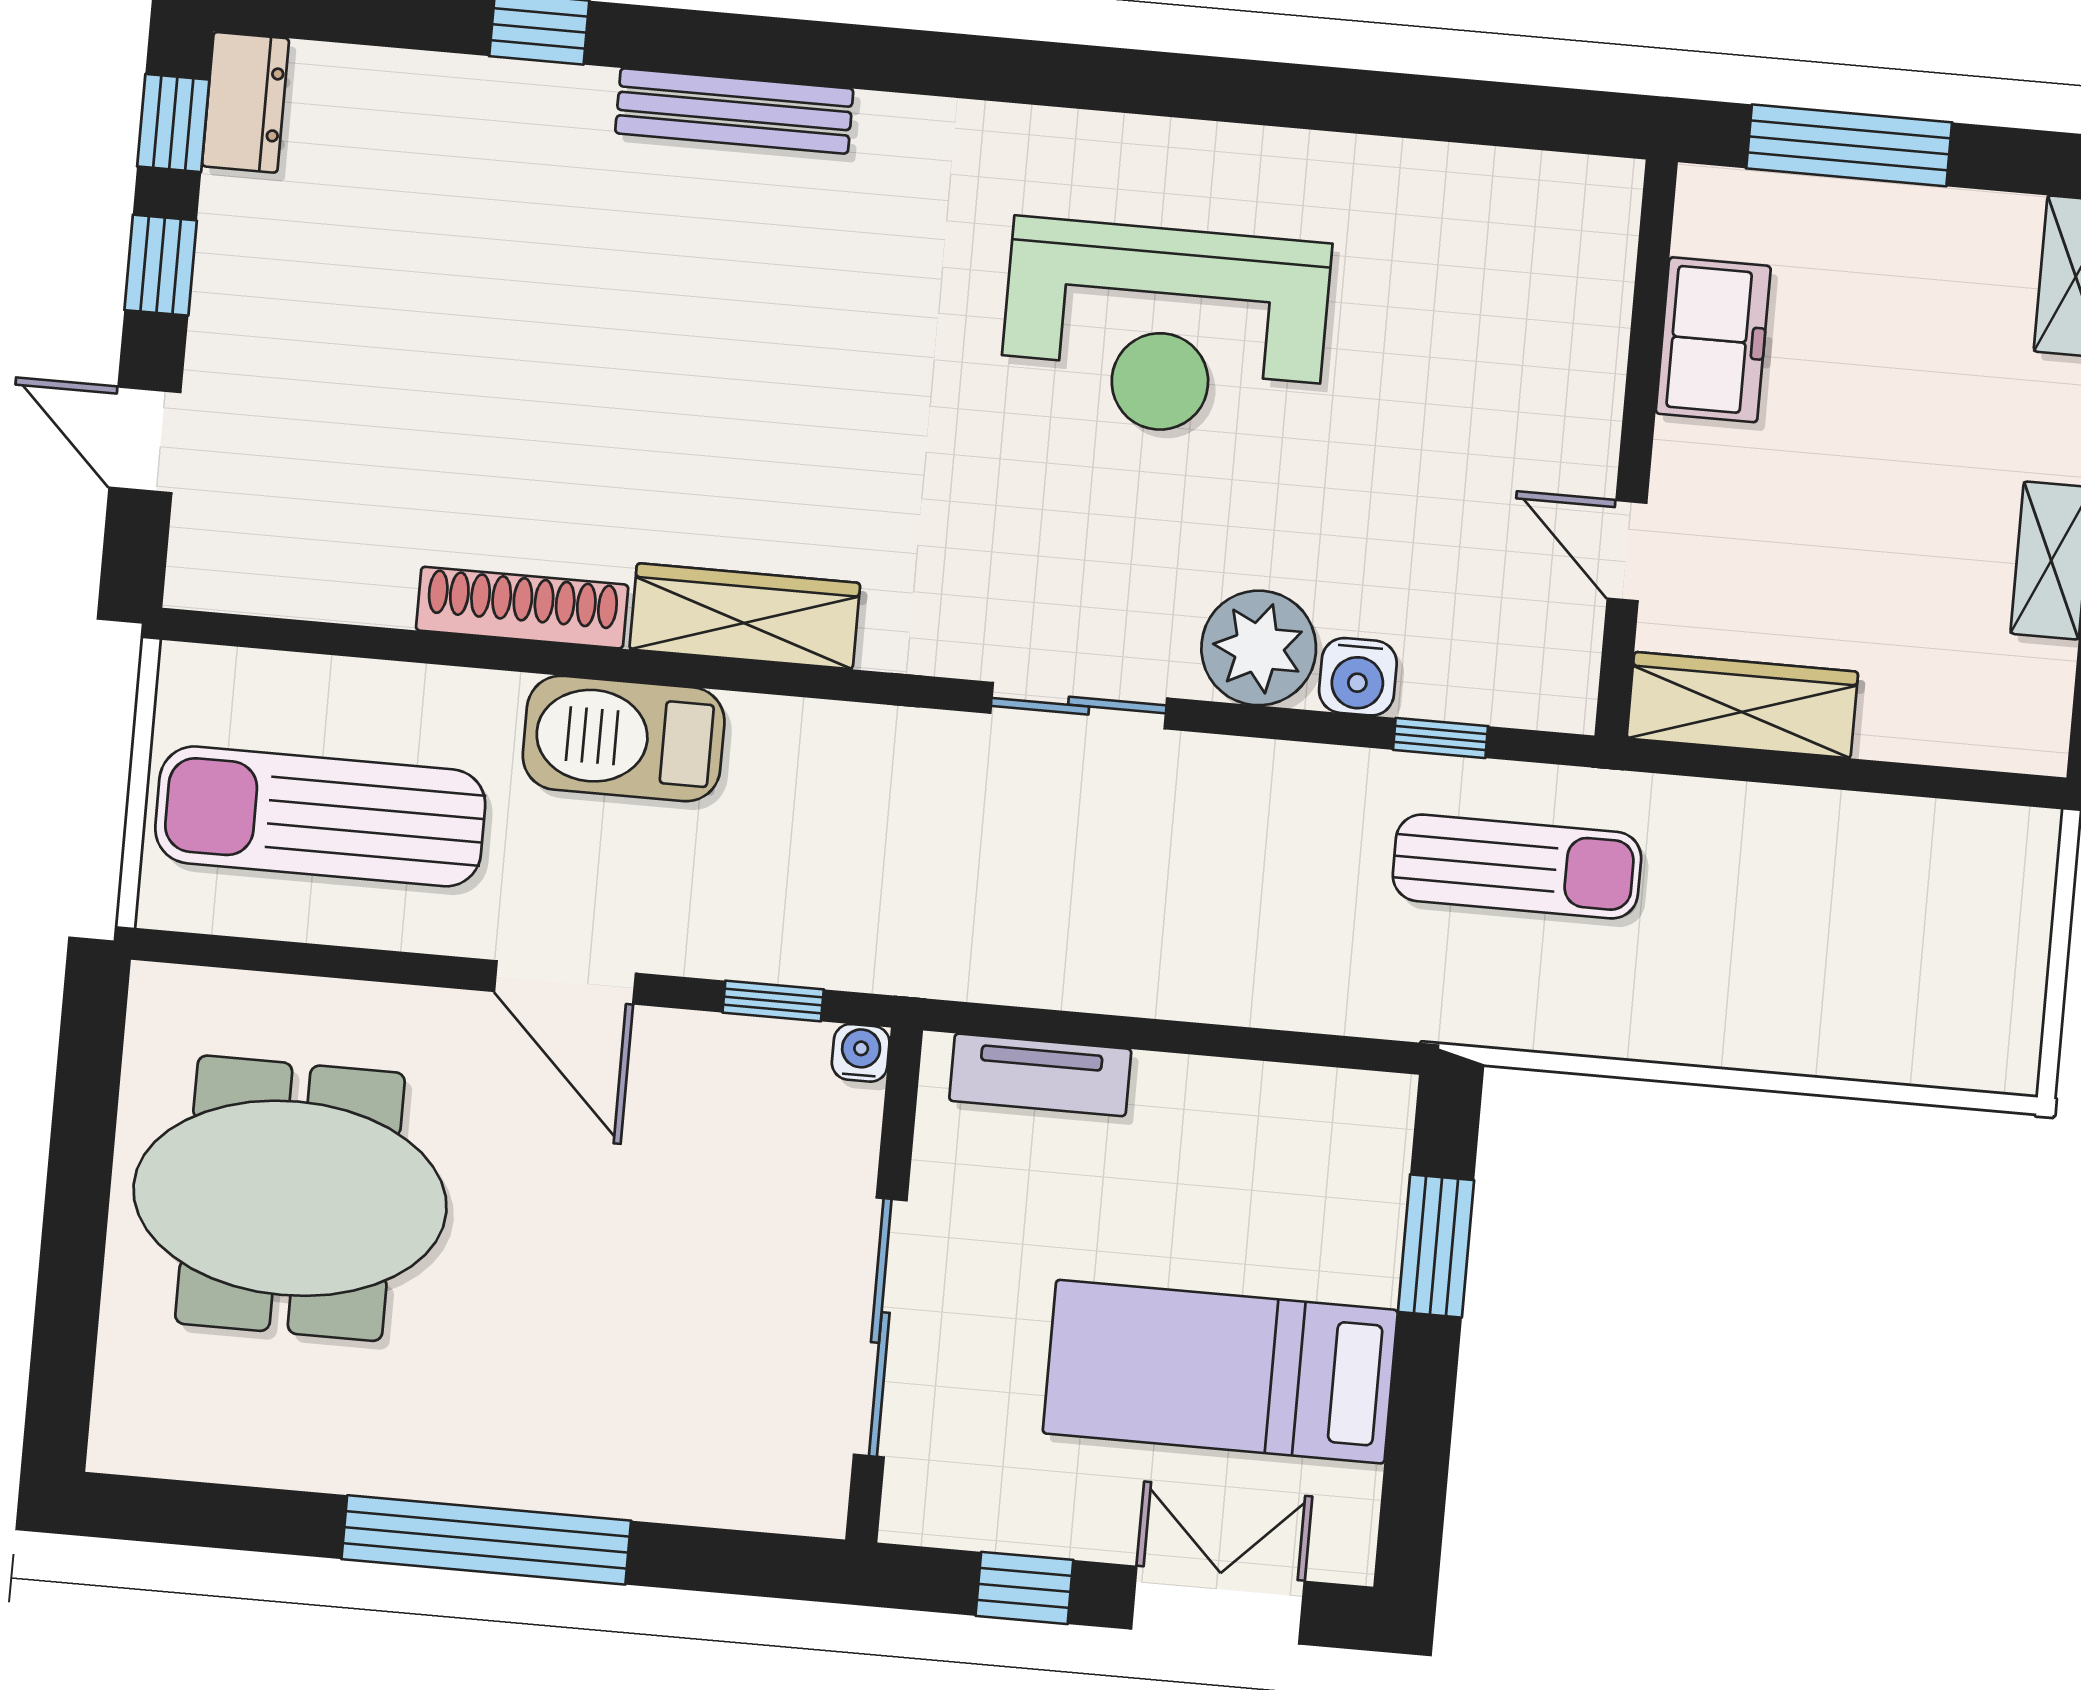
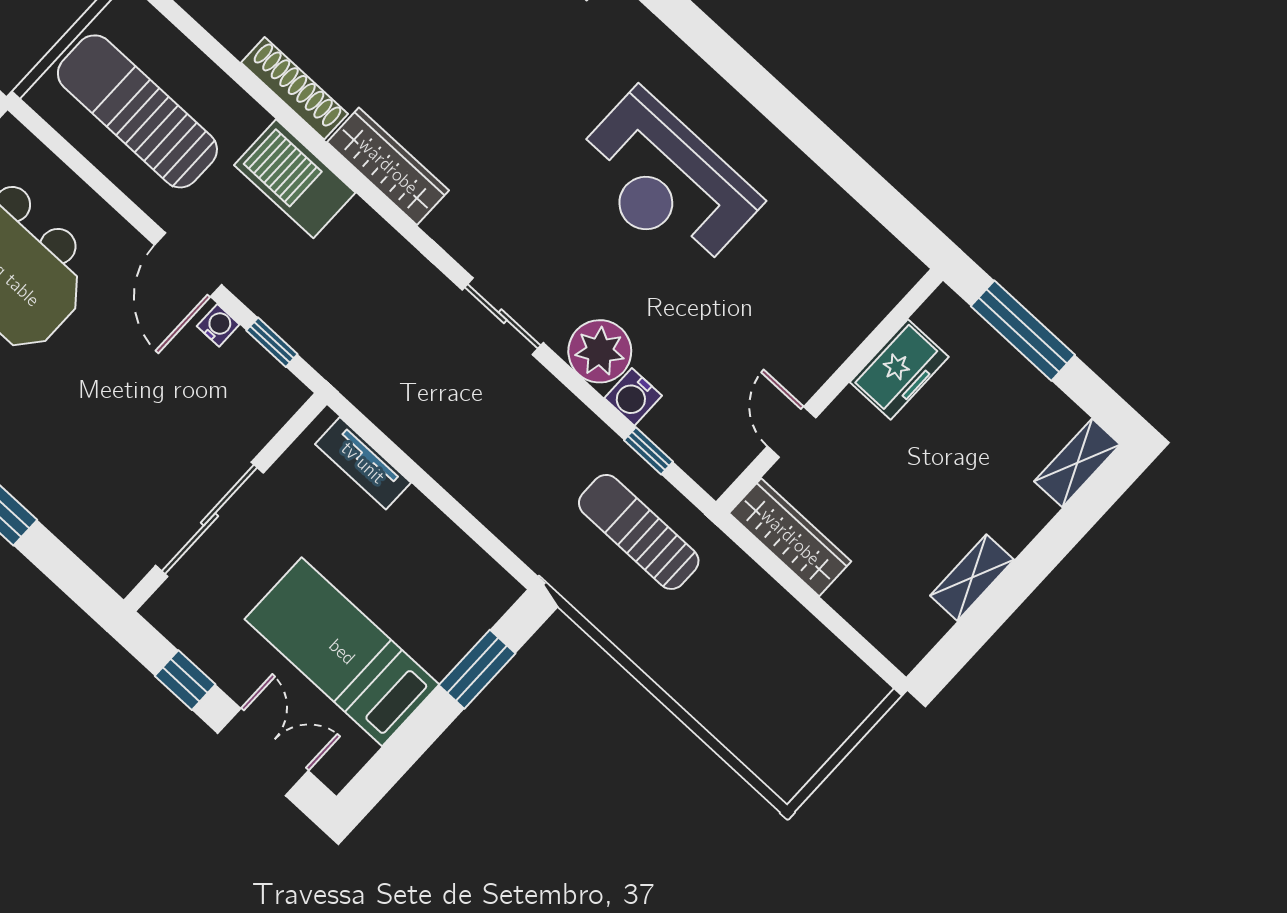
sun lounger: (1517, 866) -> (639, 532), turned 180
water cooler: (861, 1053) -> (218, 325), moved

